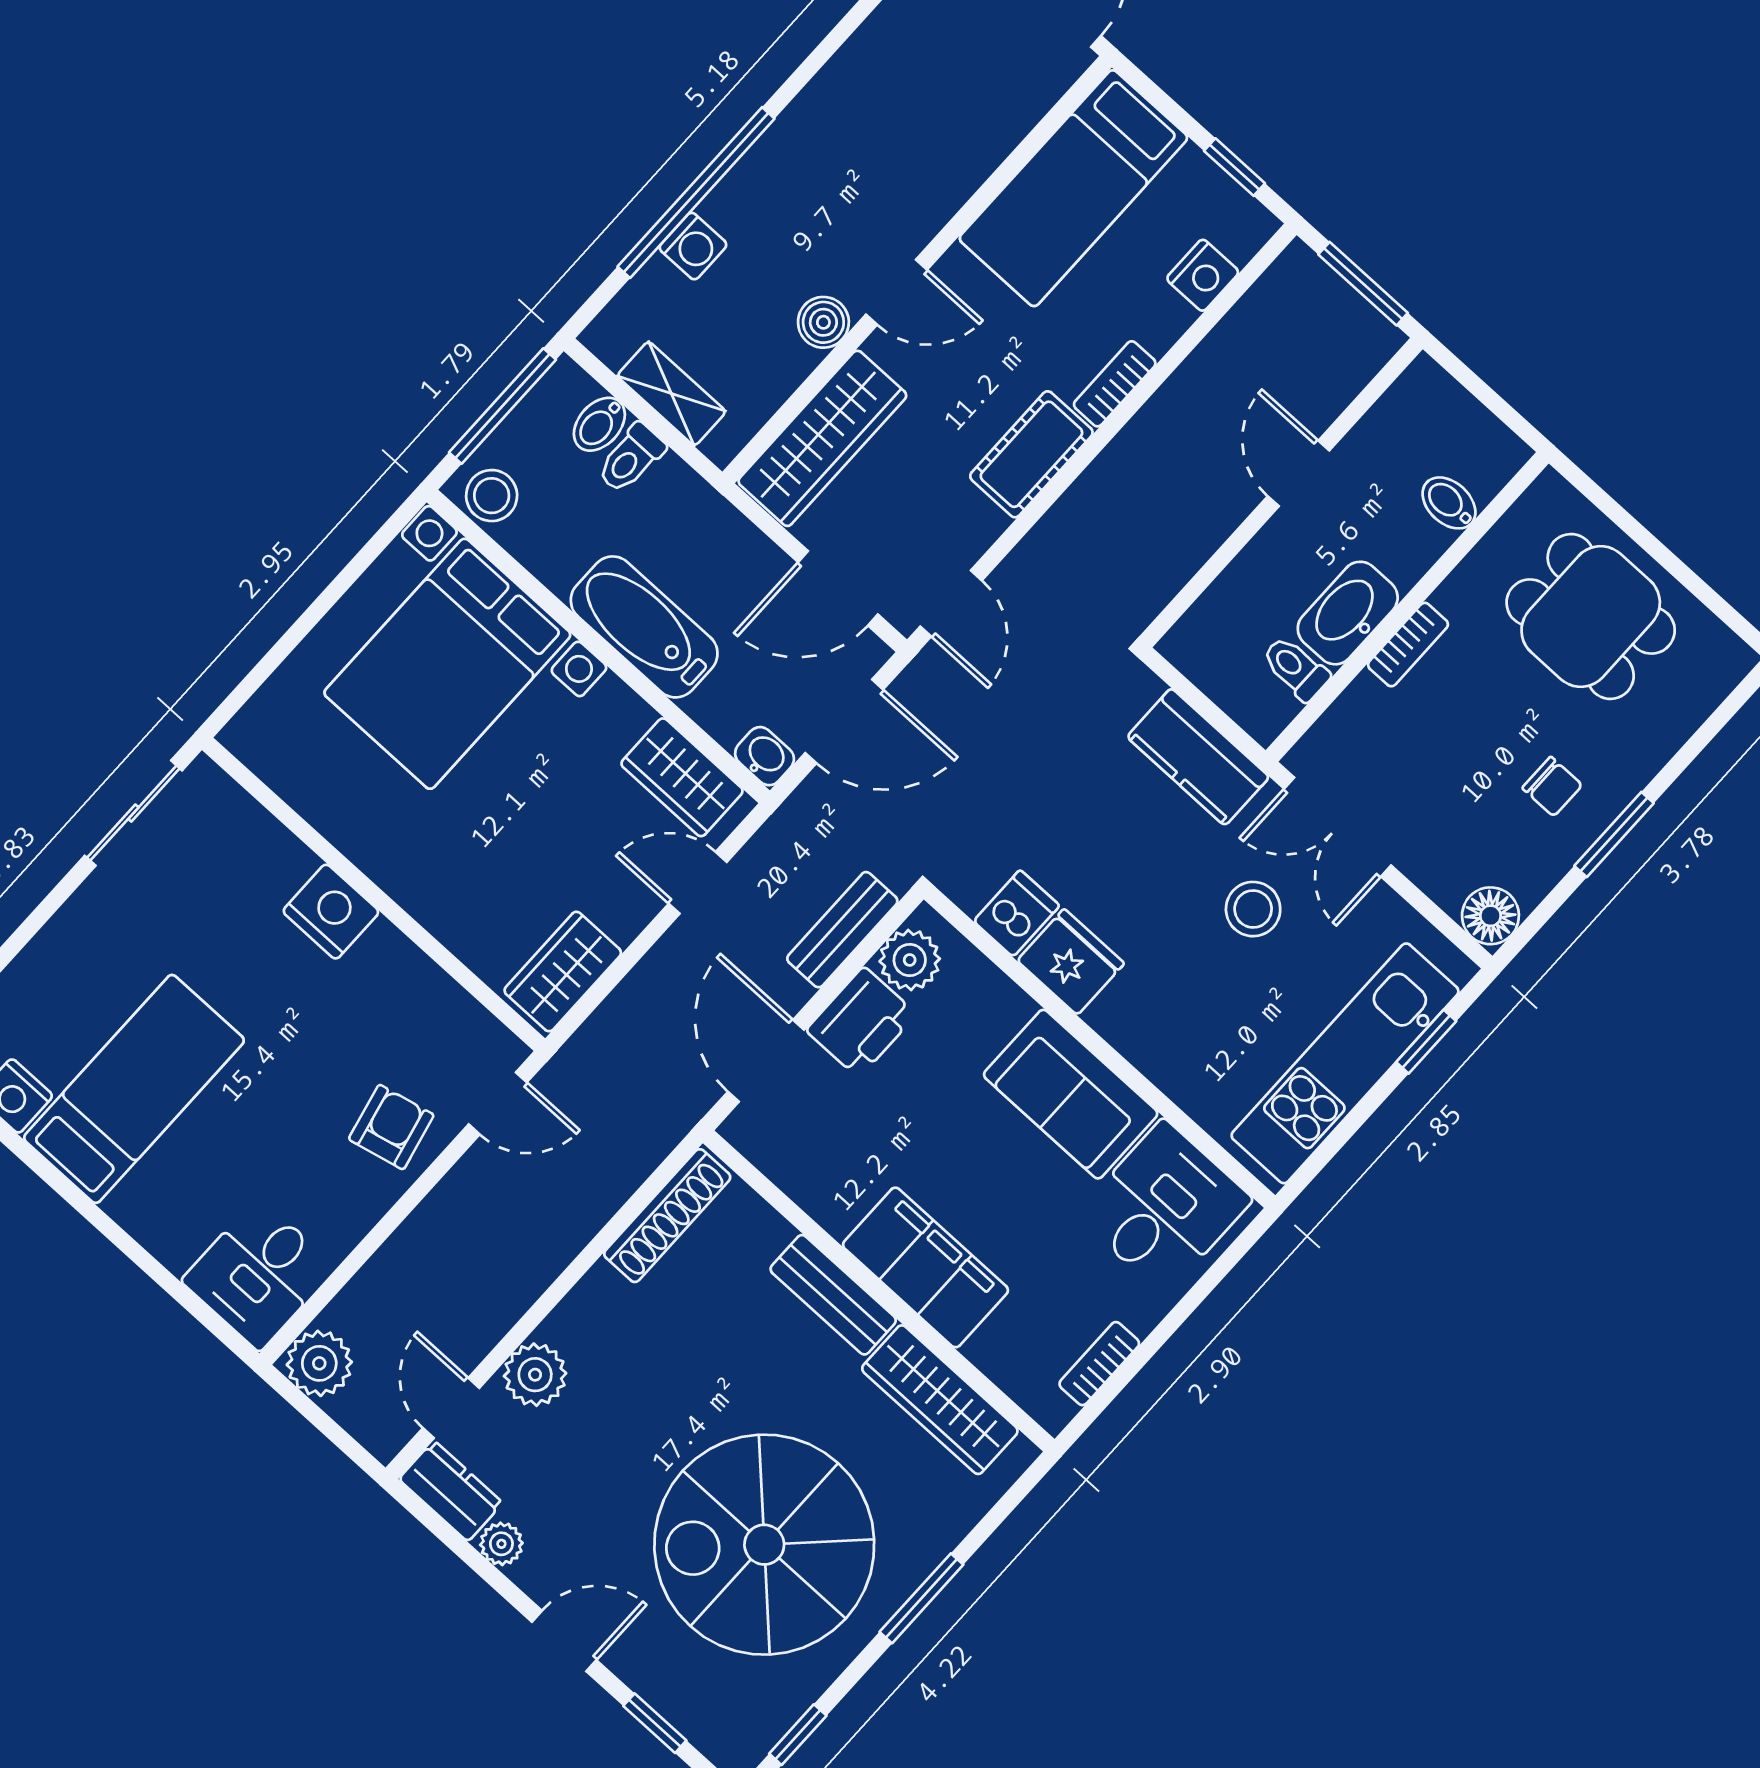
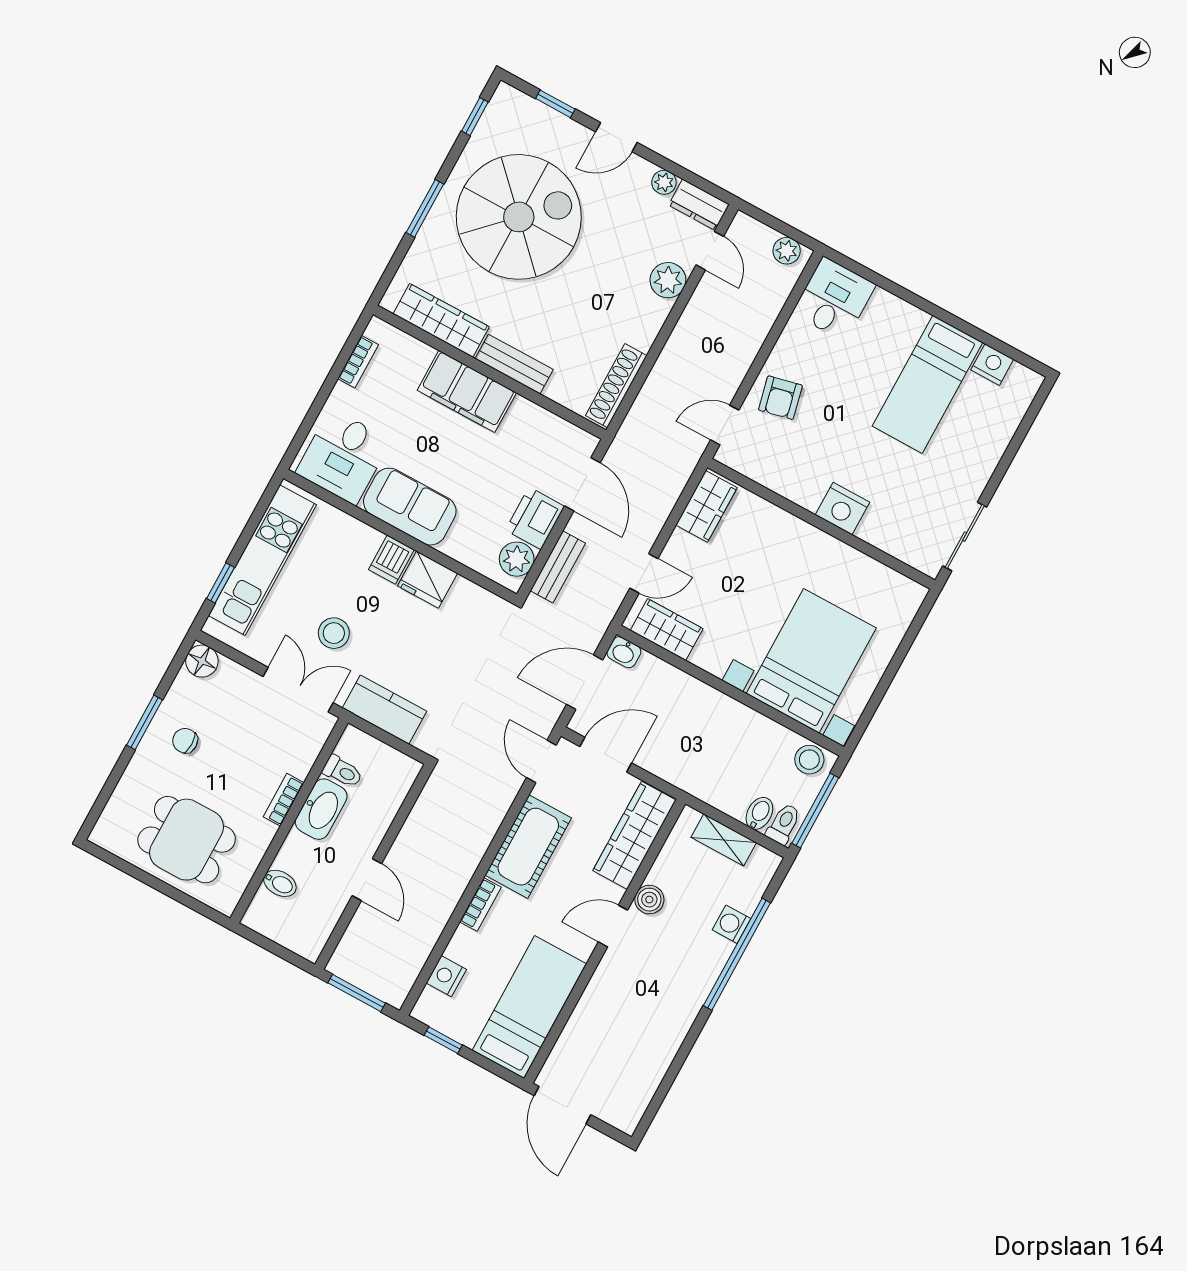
cot: (1031, 454) -> (528, 847), width x1.37, depth x1.34
toilet: (631, 458) -> (783, 824), moved
bathtub: (644, 627) -> (708, 707), removed
dishwasher: (1017, 913) -> (391, 560), moved
plant: (319, 1363) -> (787, 251), width x0.73, depth x0.73

